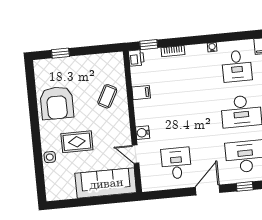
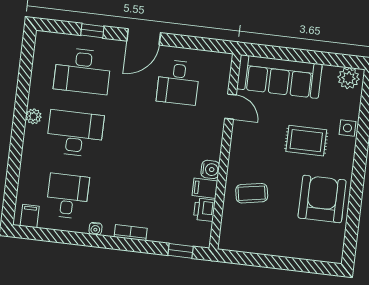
bookcase: (173, 51) -> (131, 233), moved
window: (60, 53) -> (302, 265), removed
printer: (136, 58) -> (204, 210), moved
coffee table: (107, 96) -> (252, 193), turned 52
water cooler: (143, 133) -> (210, 169), moved
plant: (57, 192) -> (348, 78), added

